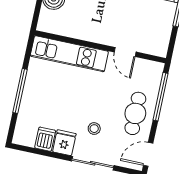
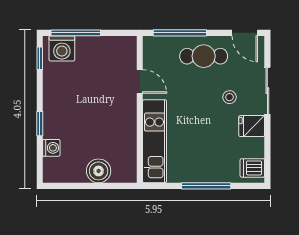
door: (125, 52) -> (140, 81), hinge flipped
dishwasher: (45, 139) -> (252, 168), moved

